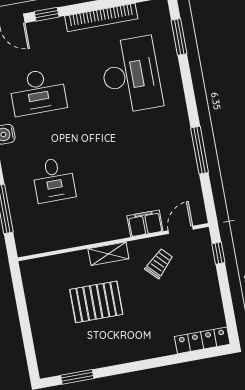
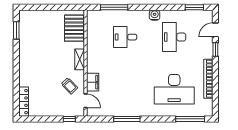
window: (179, 37) -> (190, 119), width x1.44
pallet: (96, 302) -> (74, 28), moved

